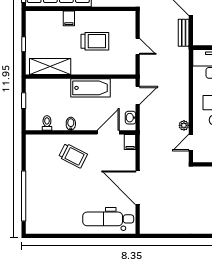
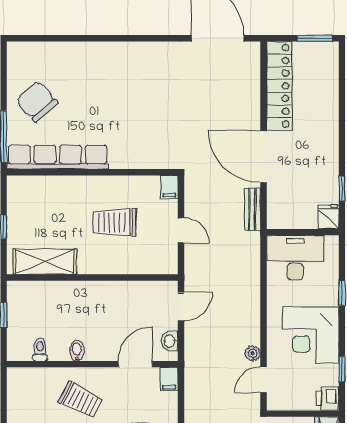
filing cabinet: (69, 18) -> (169, 187), moved
trolley: (95, 41) -> (115, 222), turned 180
bathtub: (91, 88) -> (108, 295), removed

